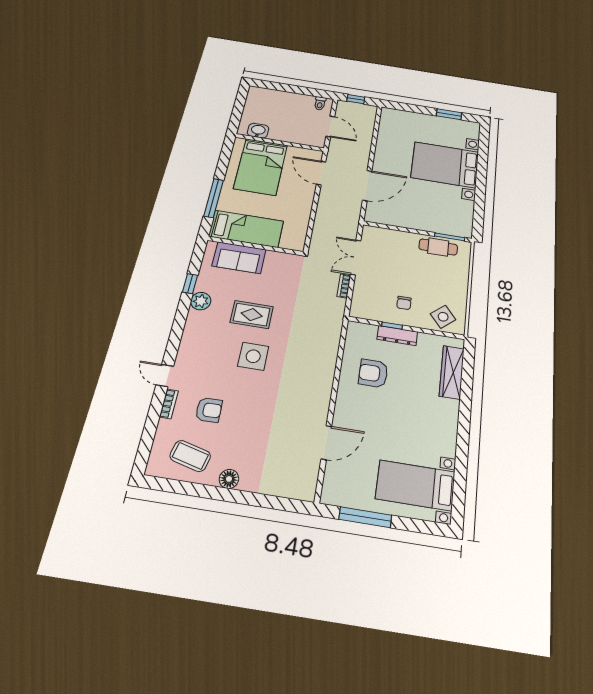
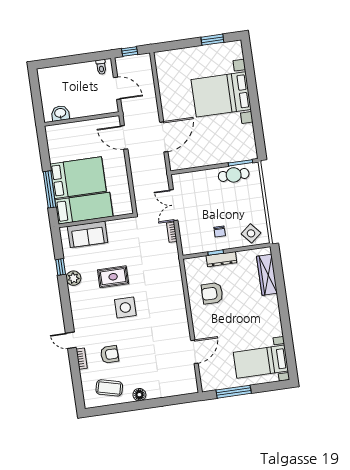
bed: (261, 167) -> (78, 178), moved, turned -90

